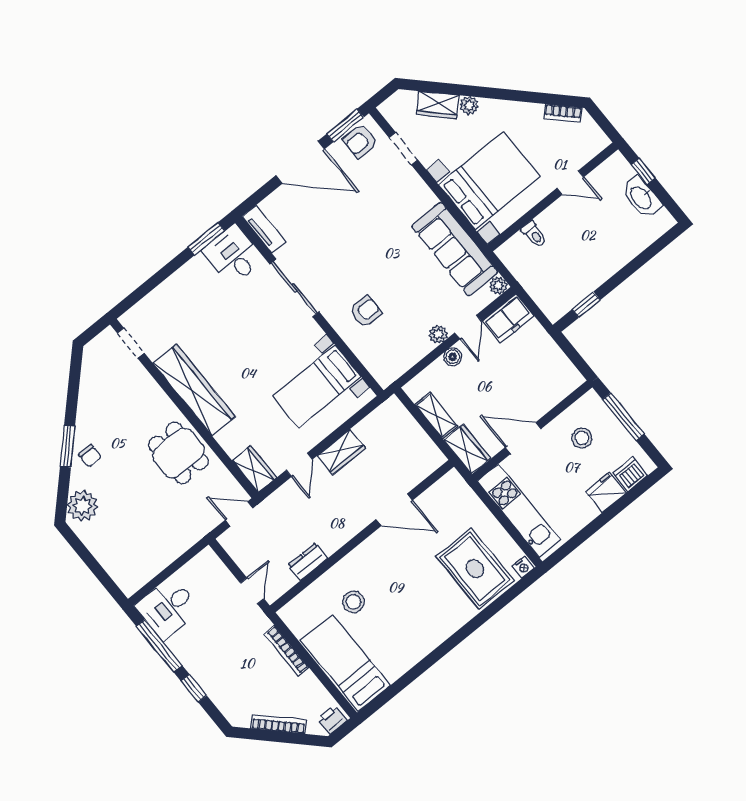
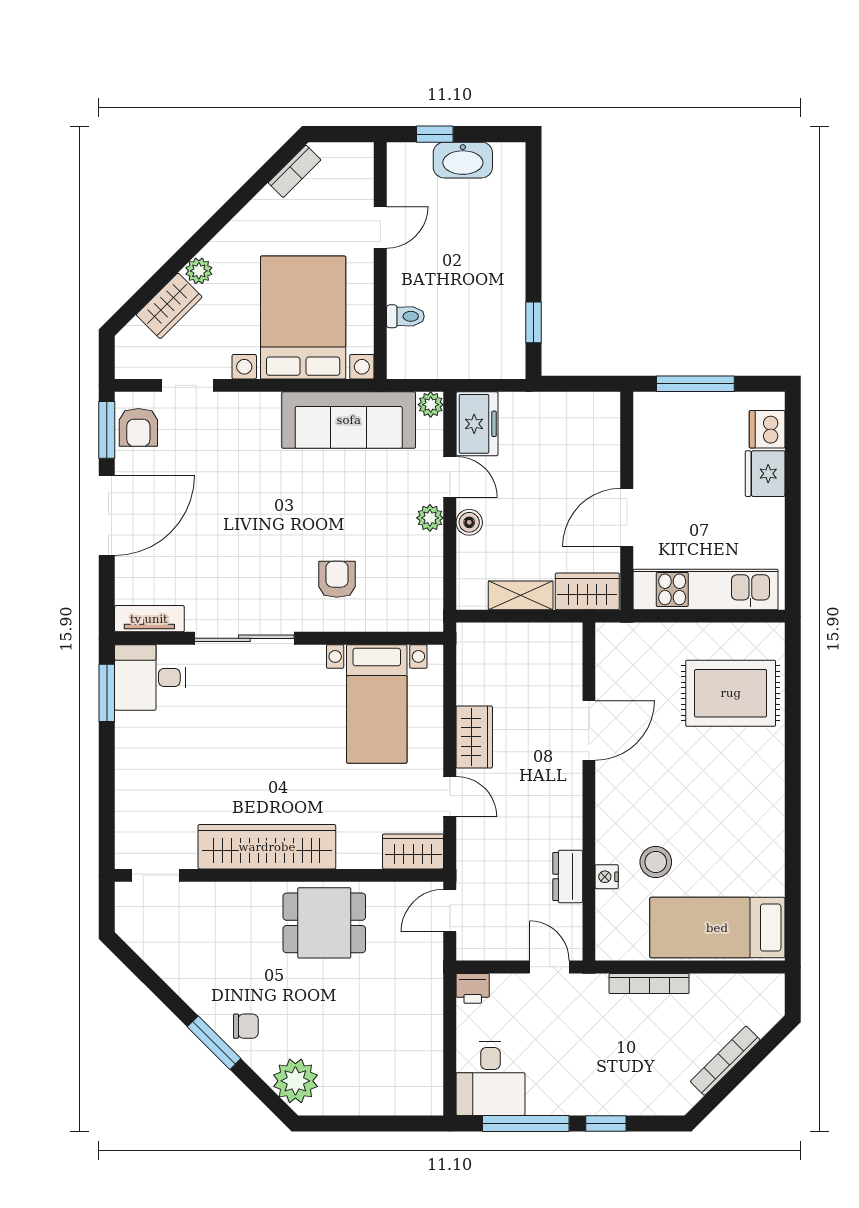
stool: (582, 438) -> (681, 451), removed
nightstand: (523, 567) -> (607, 877), moved, turned 180
printer: (332, 720) -> (473, 988), moved, turned -90

